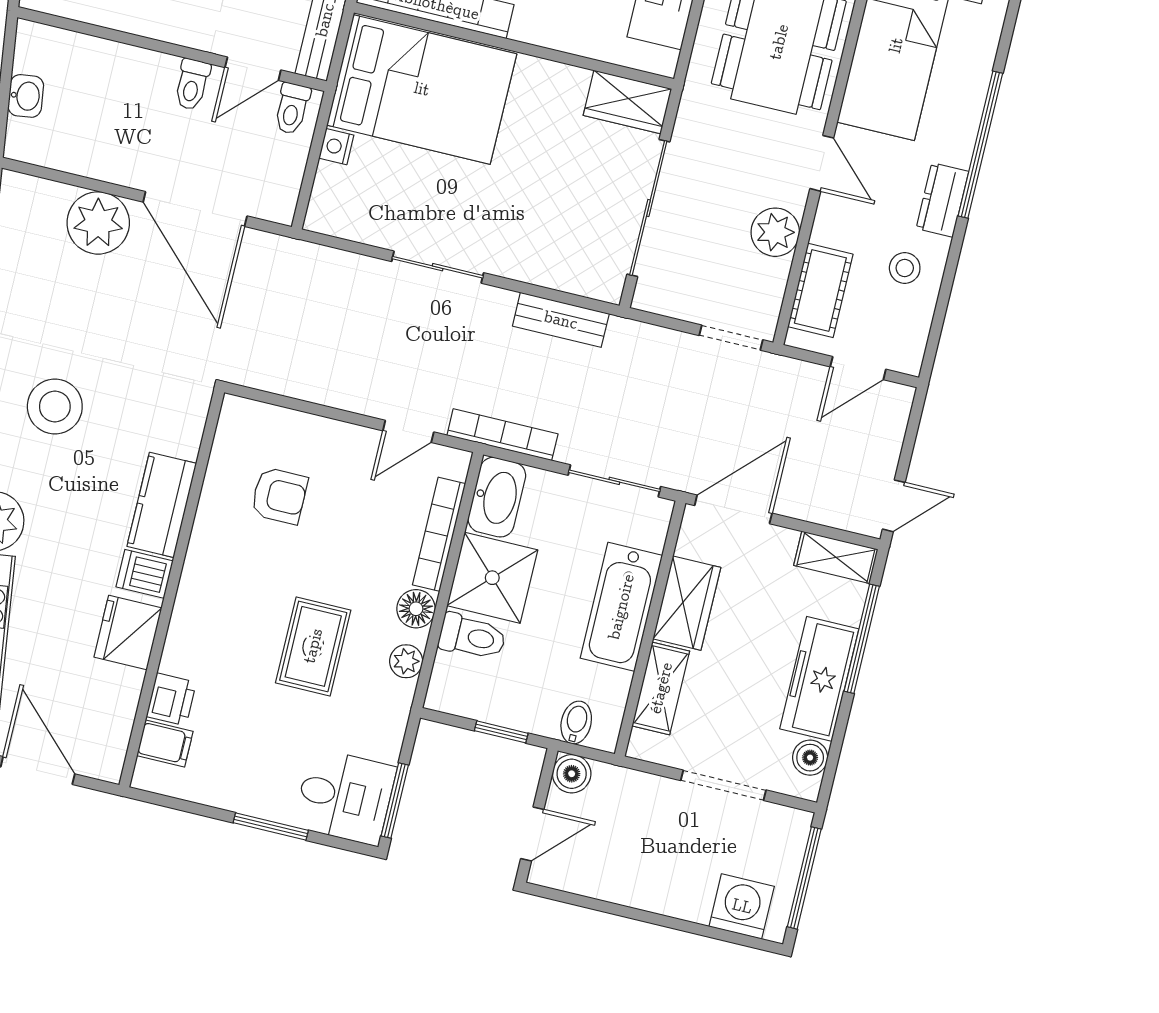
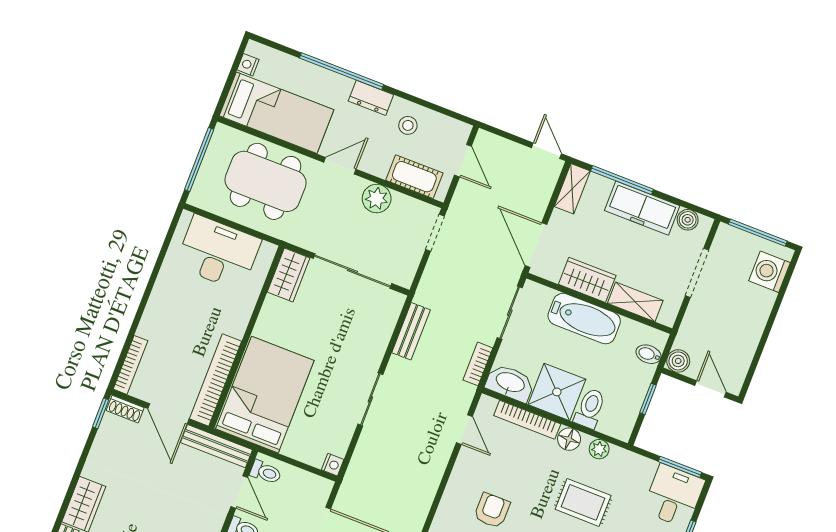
nightstand: (336, 147) -> (333, 465), moved, turned -90
bookcase: (502, 435) -> (478, 364), width x0.64

